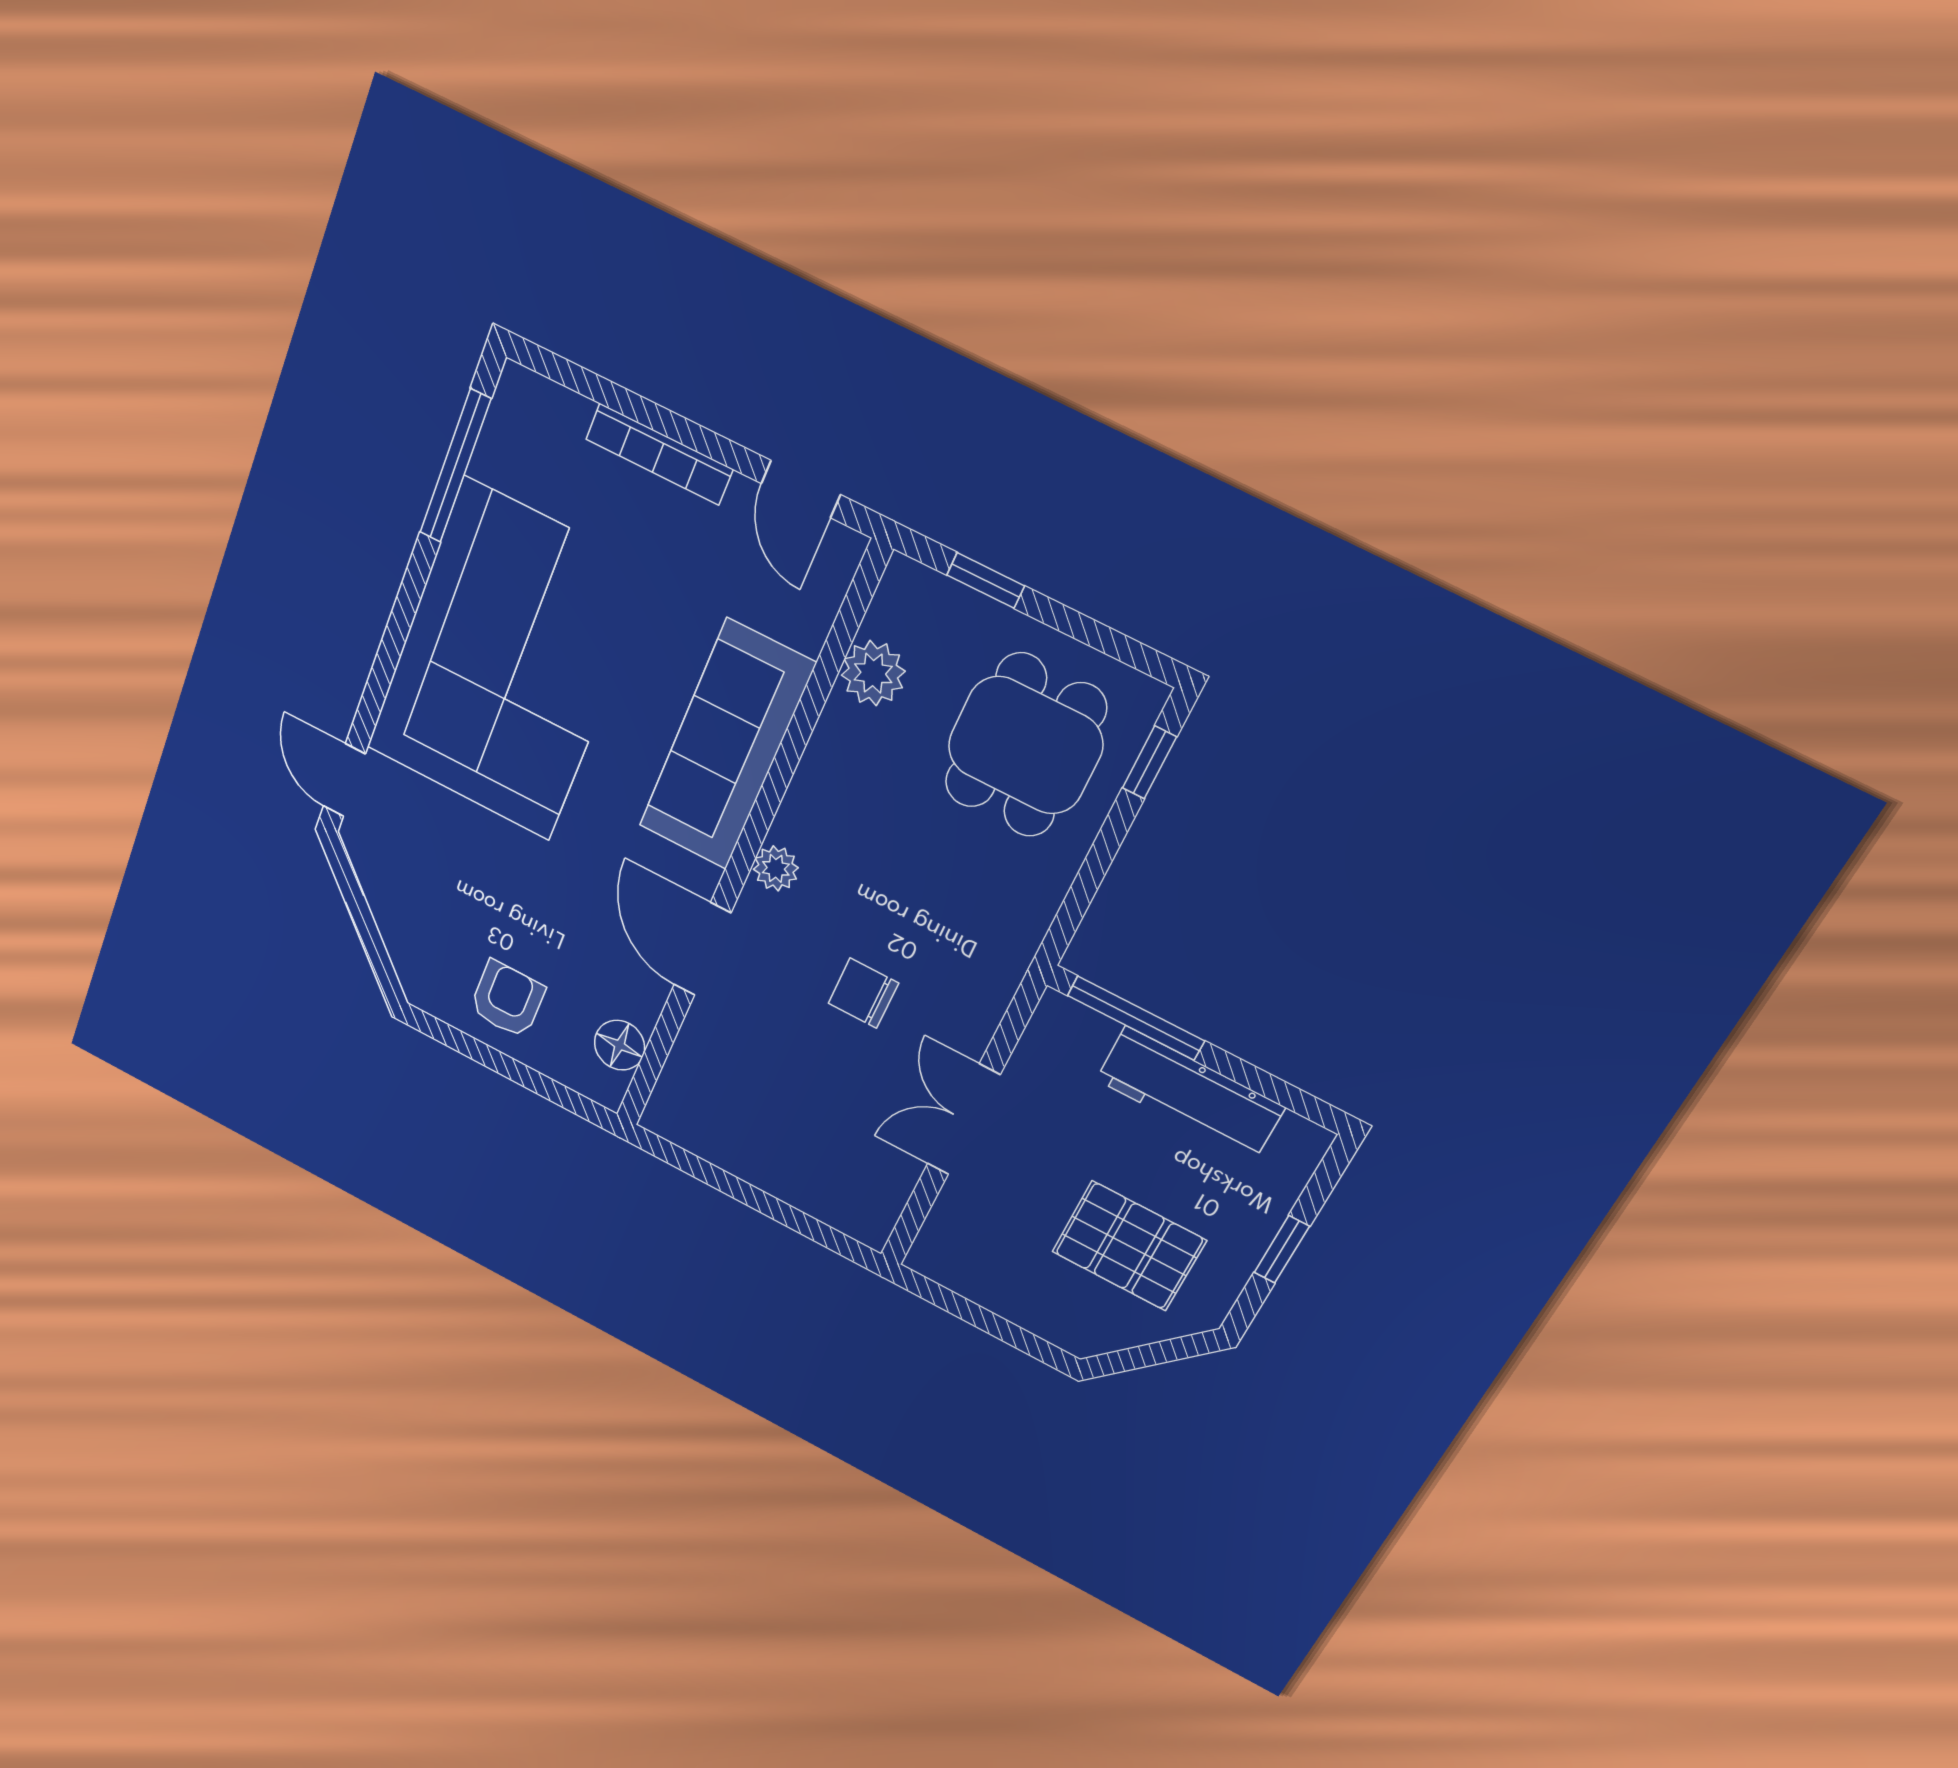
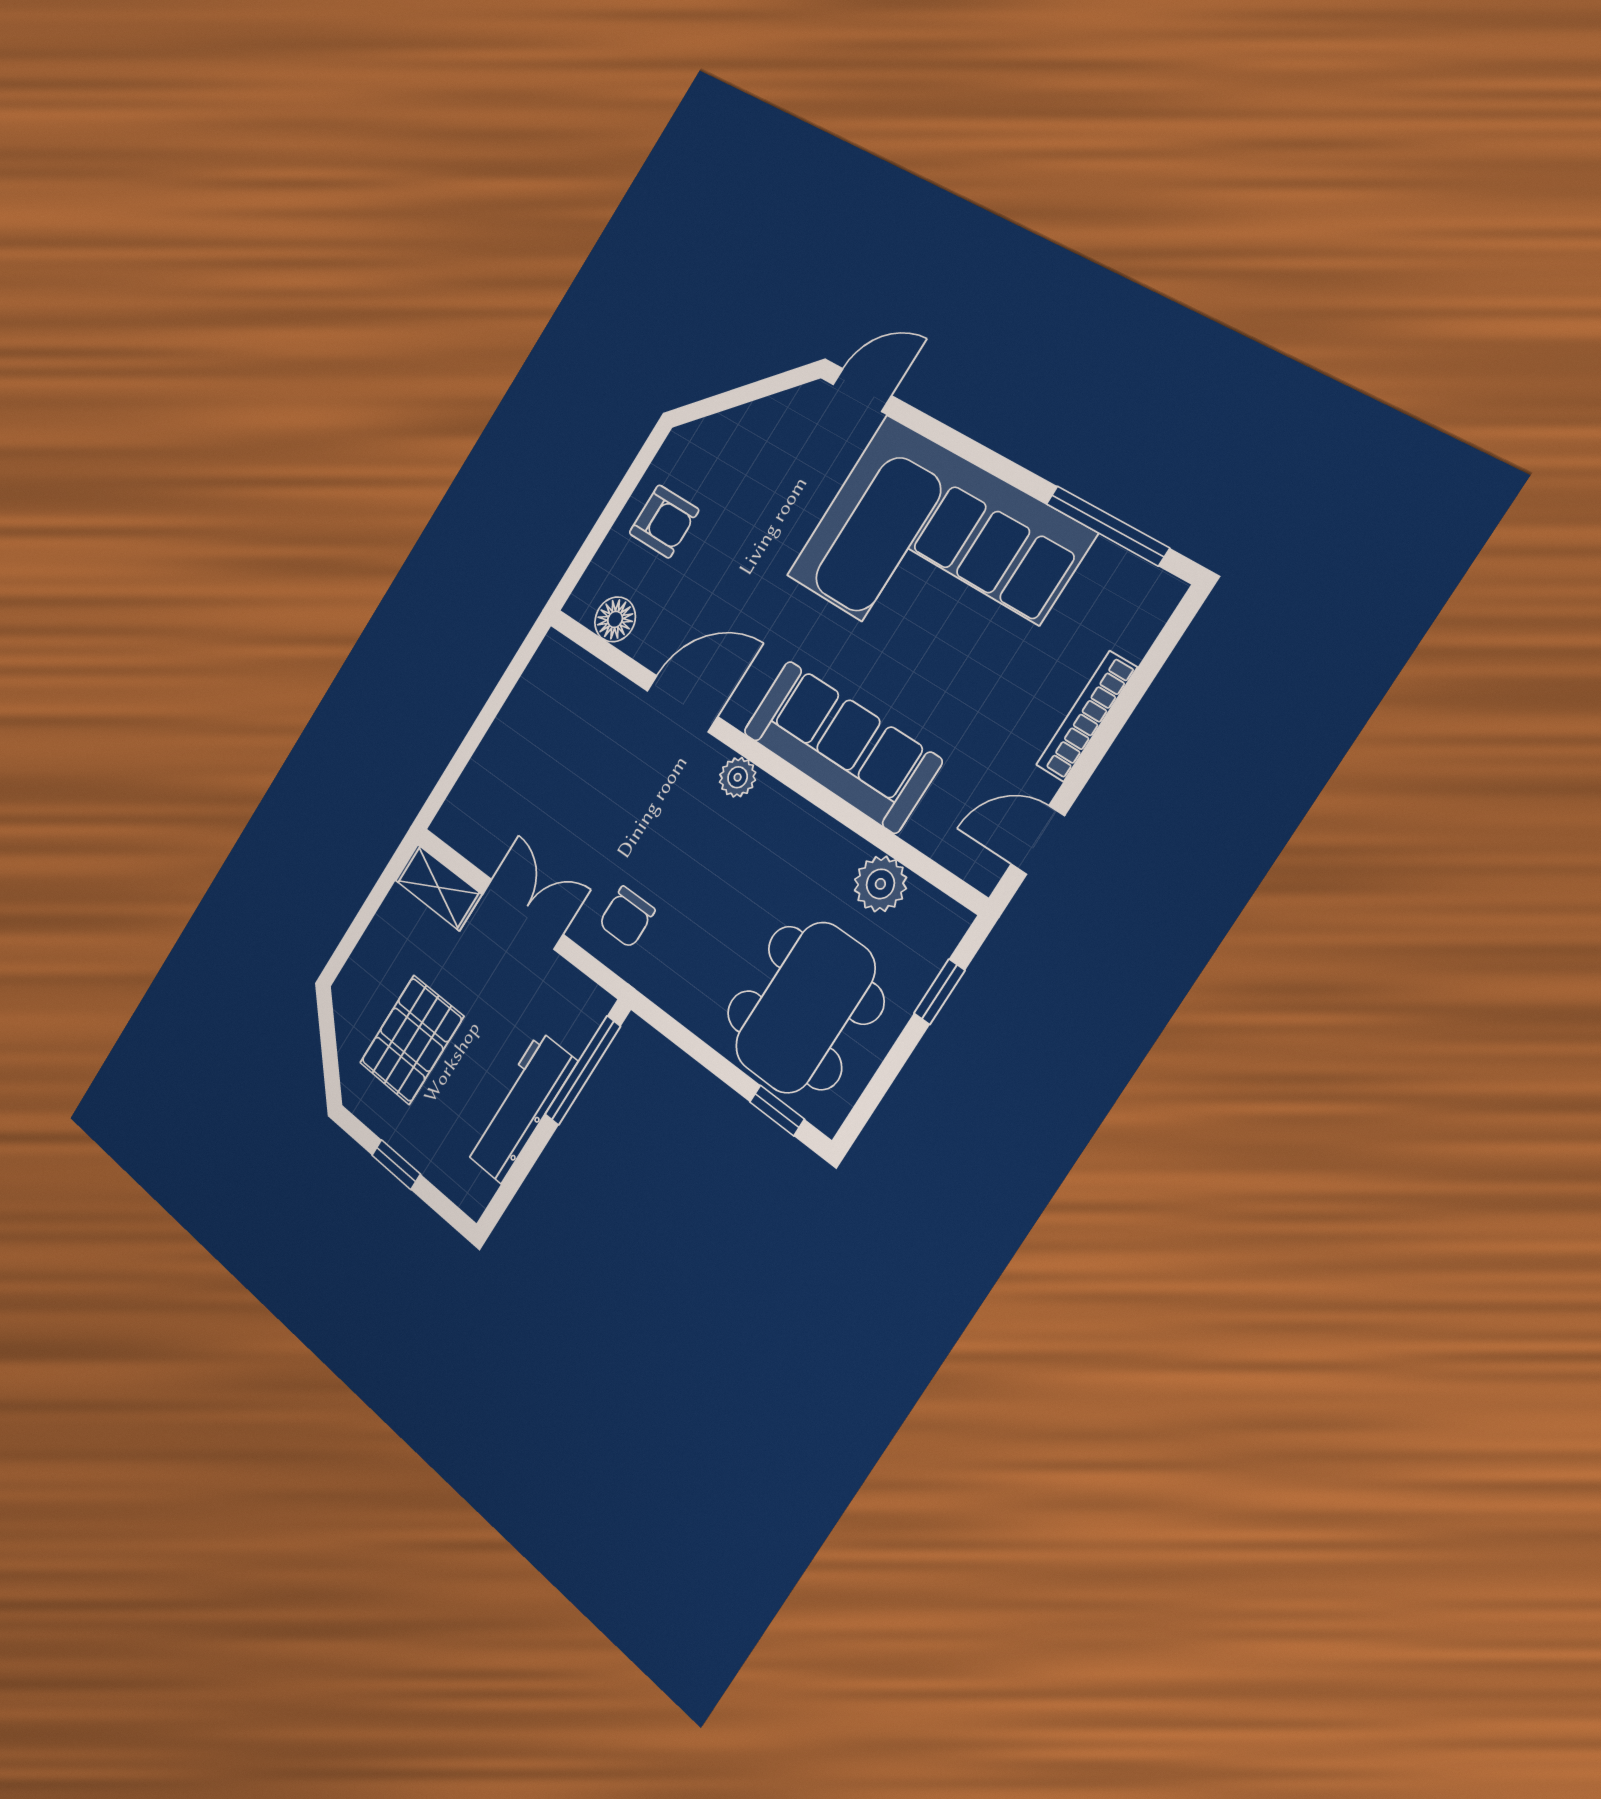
dining table: (1025, 745) -> (805, 1007), width x1.38
chair: (863, 993) -> (627, 917), moved, turned 180
shelving: (946, 1232) -> (438, 887), added

